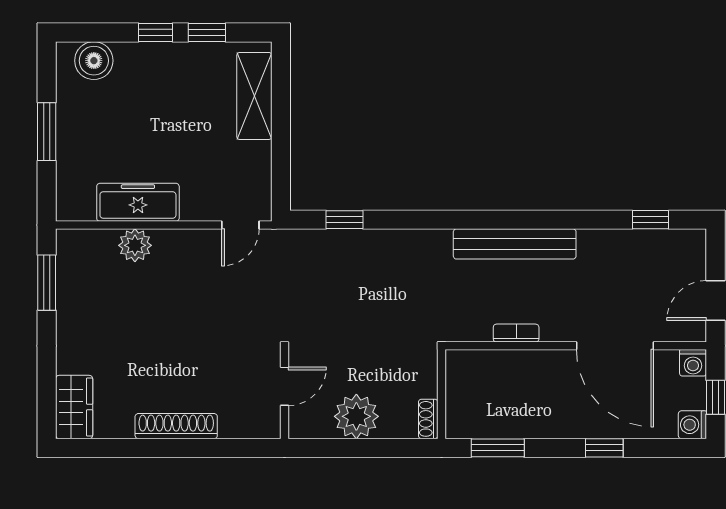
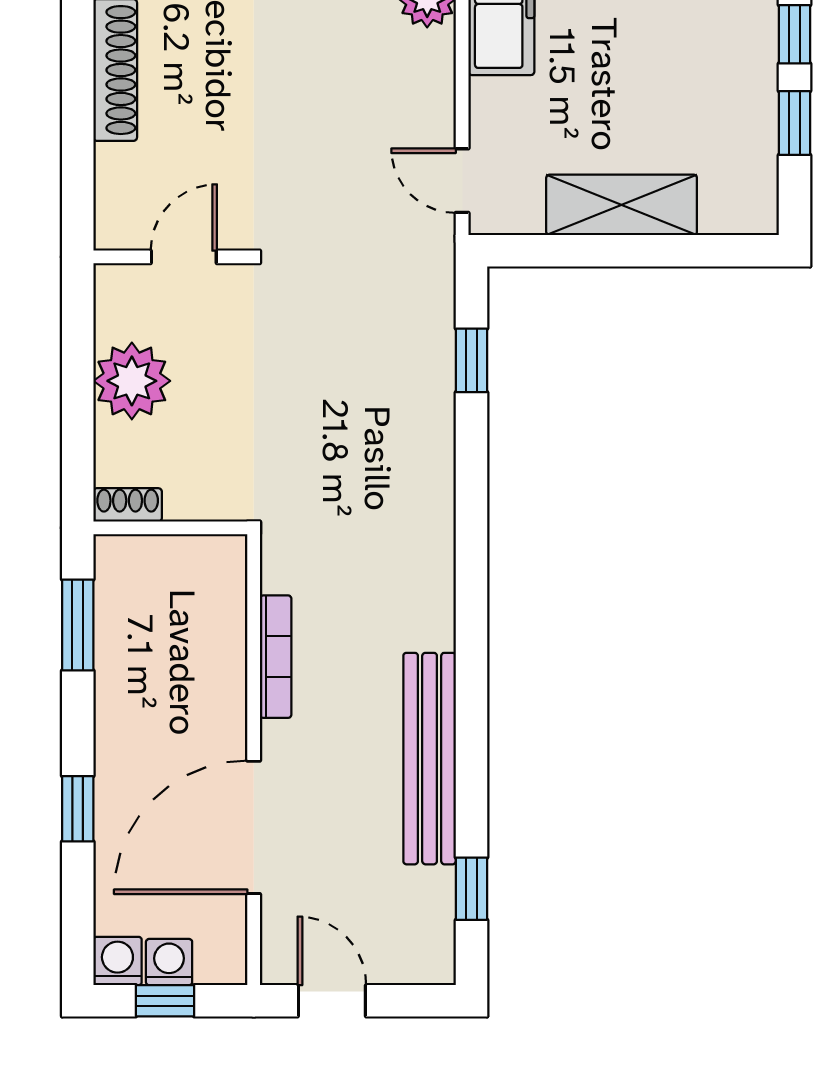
shelving: (254, 96) -> (622, 205), moved
bench: (515, 244) -> (430, 759), moved
bookcase: (516, 333) -> (276, 657), width x1.56
washing machine: (693, 363) -> (169, 962), moved, turned 90
door: (284, 386) -> (184, 257), swing flipped

